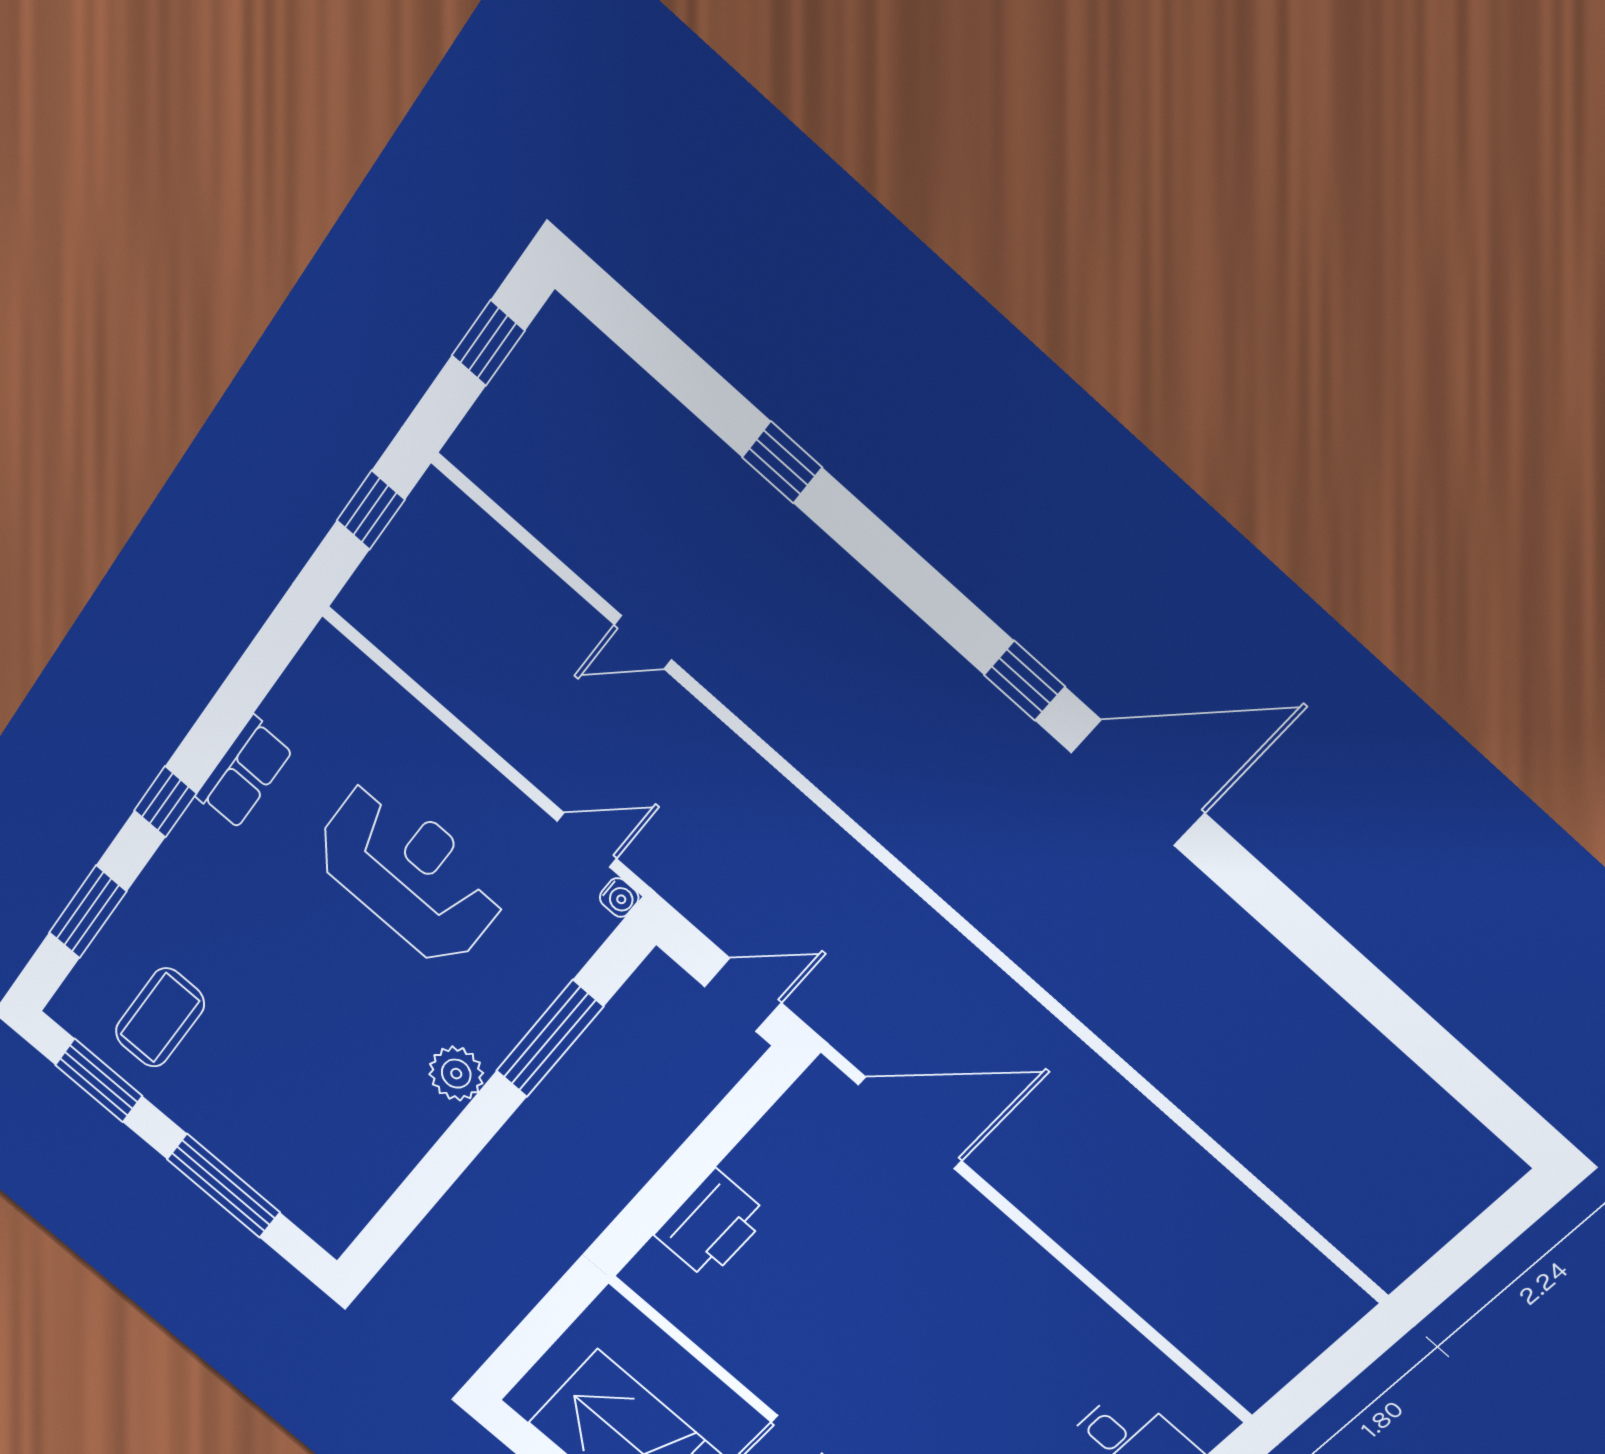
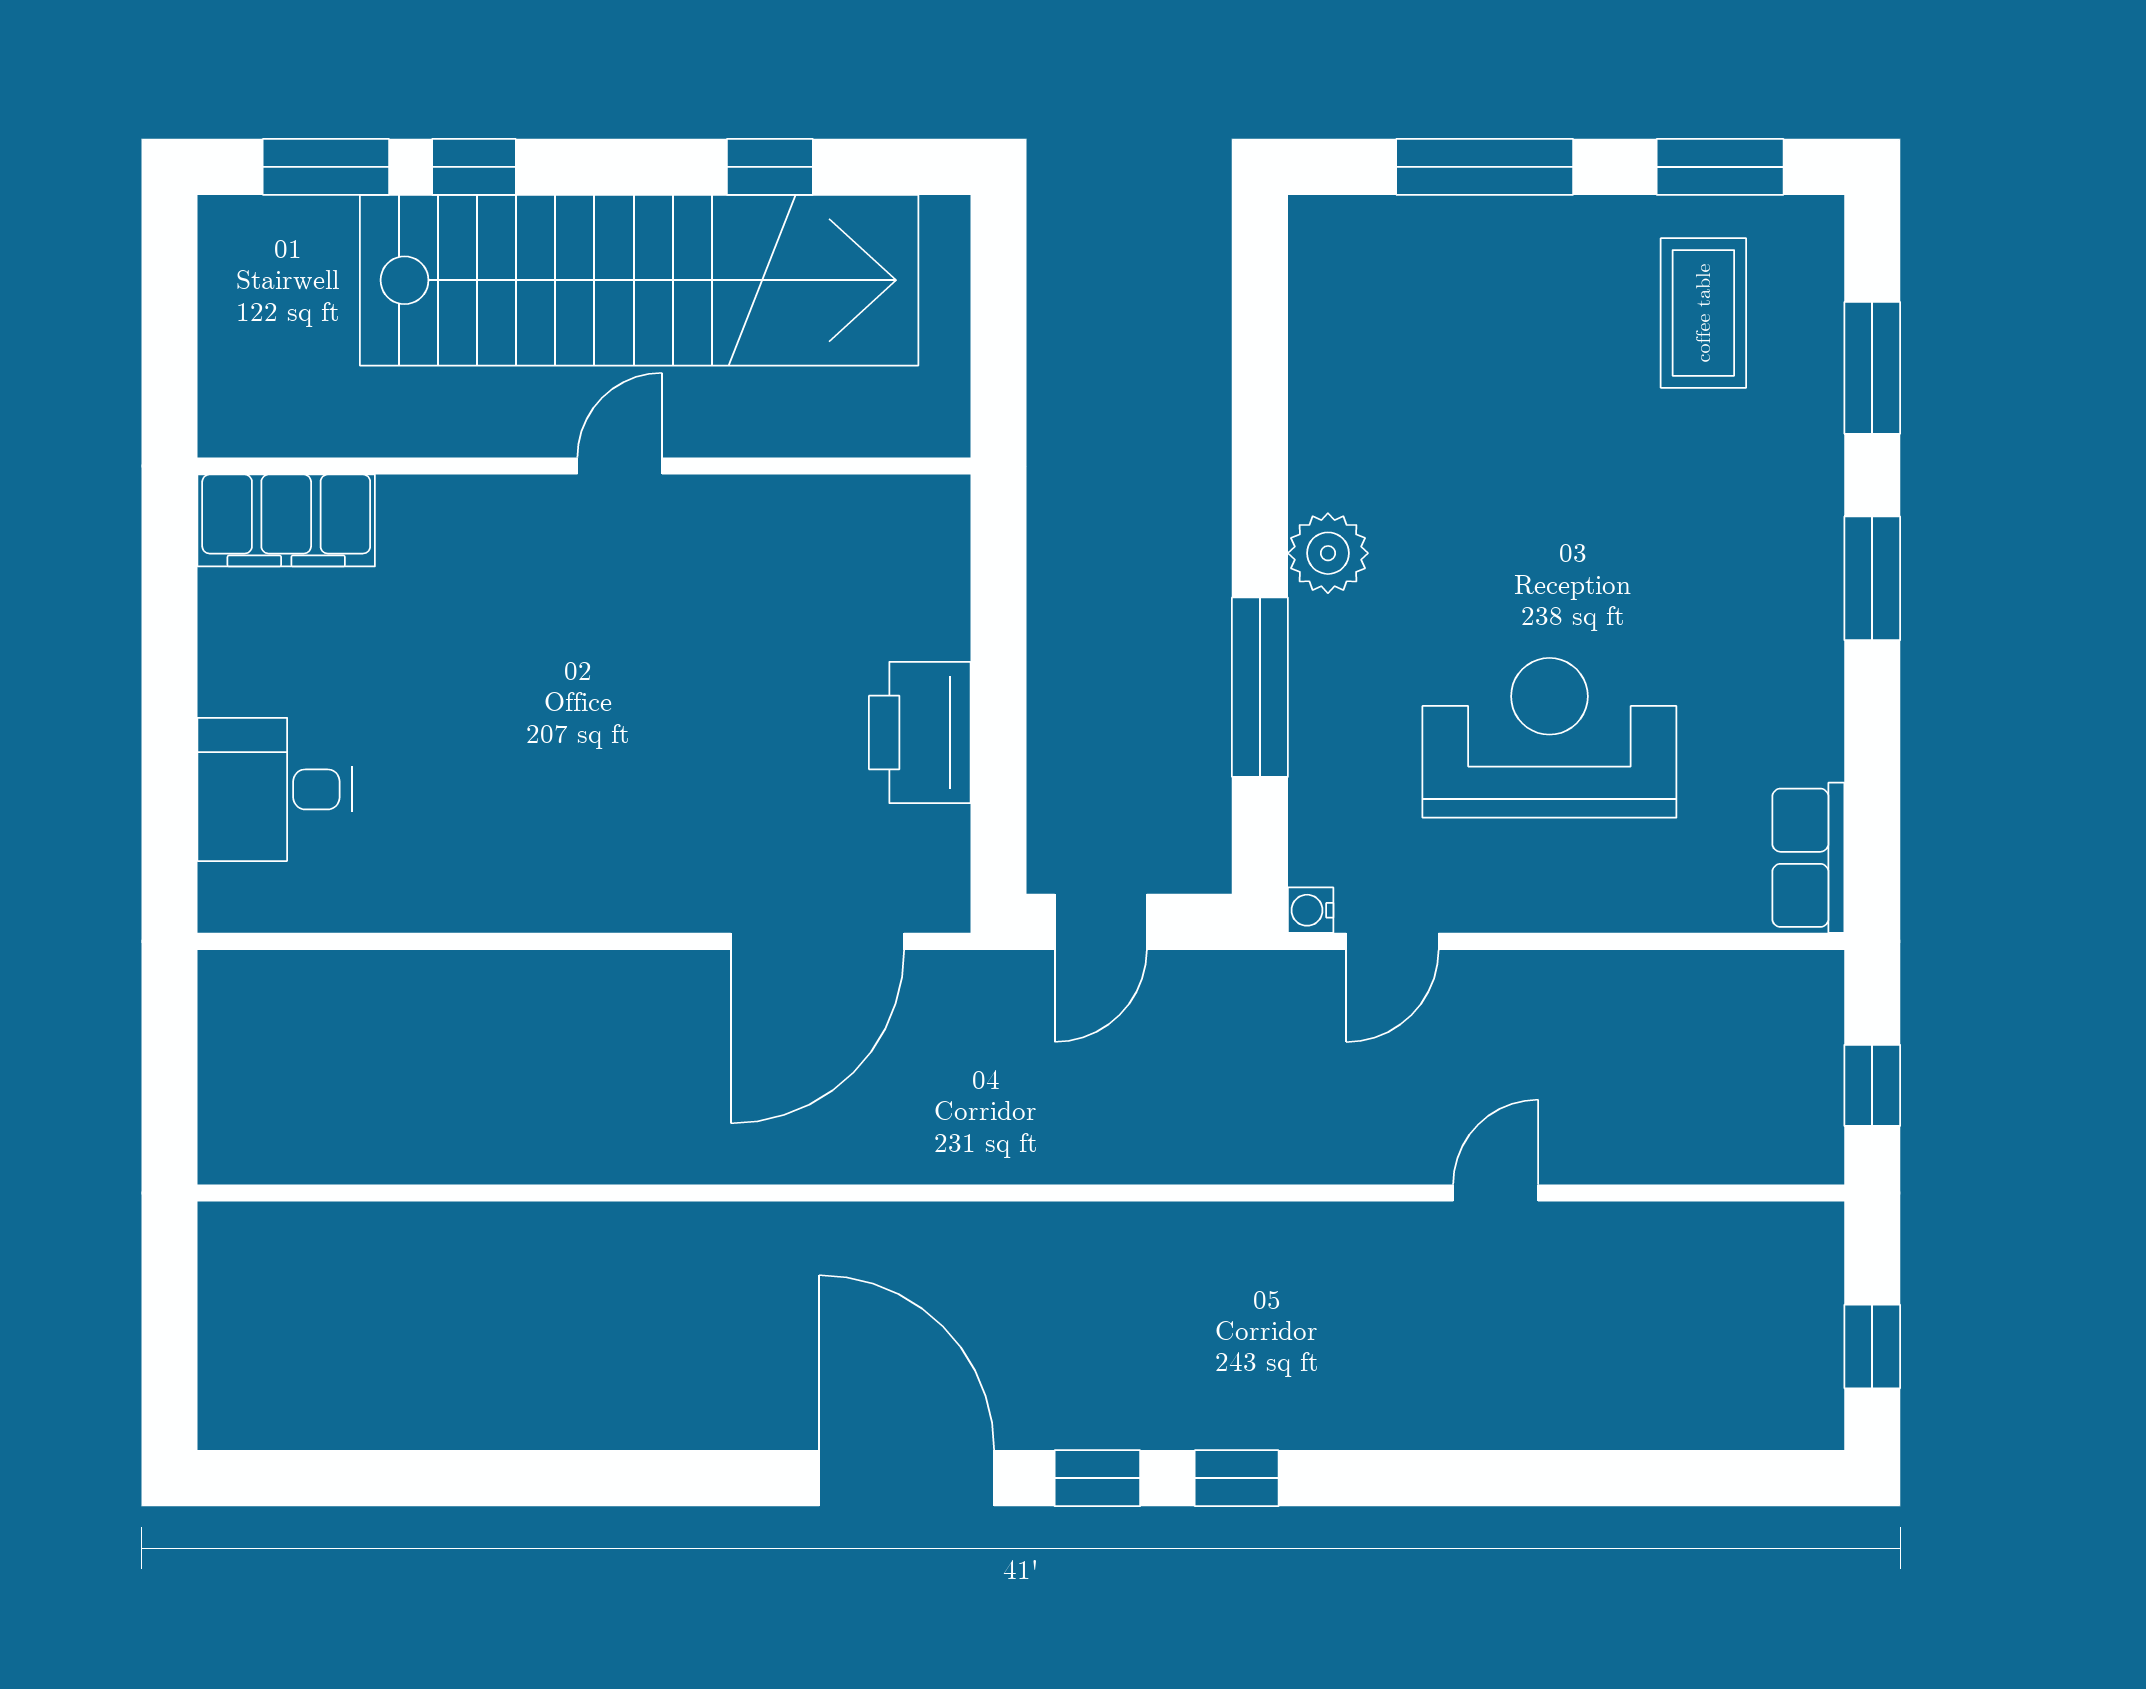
window: (782, 462) -> (1237, 1478), moved
row of seats: (244, 773) -> (1808, 858), moved
door: (1138, 783) -> (907, 1478), swing flipped
window: (165, 802) -> (1872, 578), width x1.50
reception desk: (410, 873) -> (1549, 738), turned 180
printer: (712, 1225) -> (920, 733), moved

